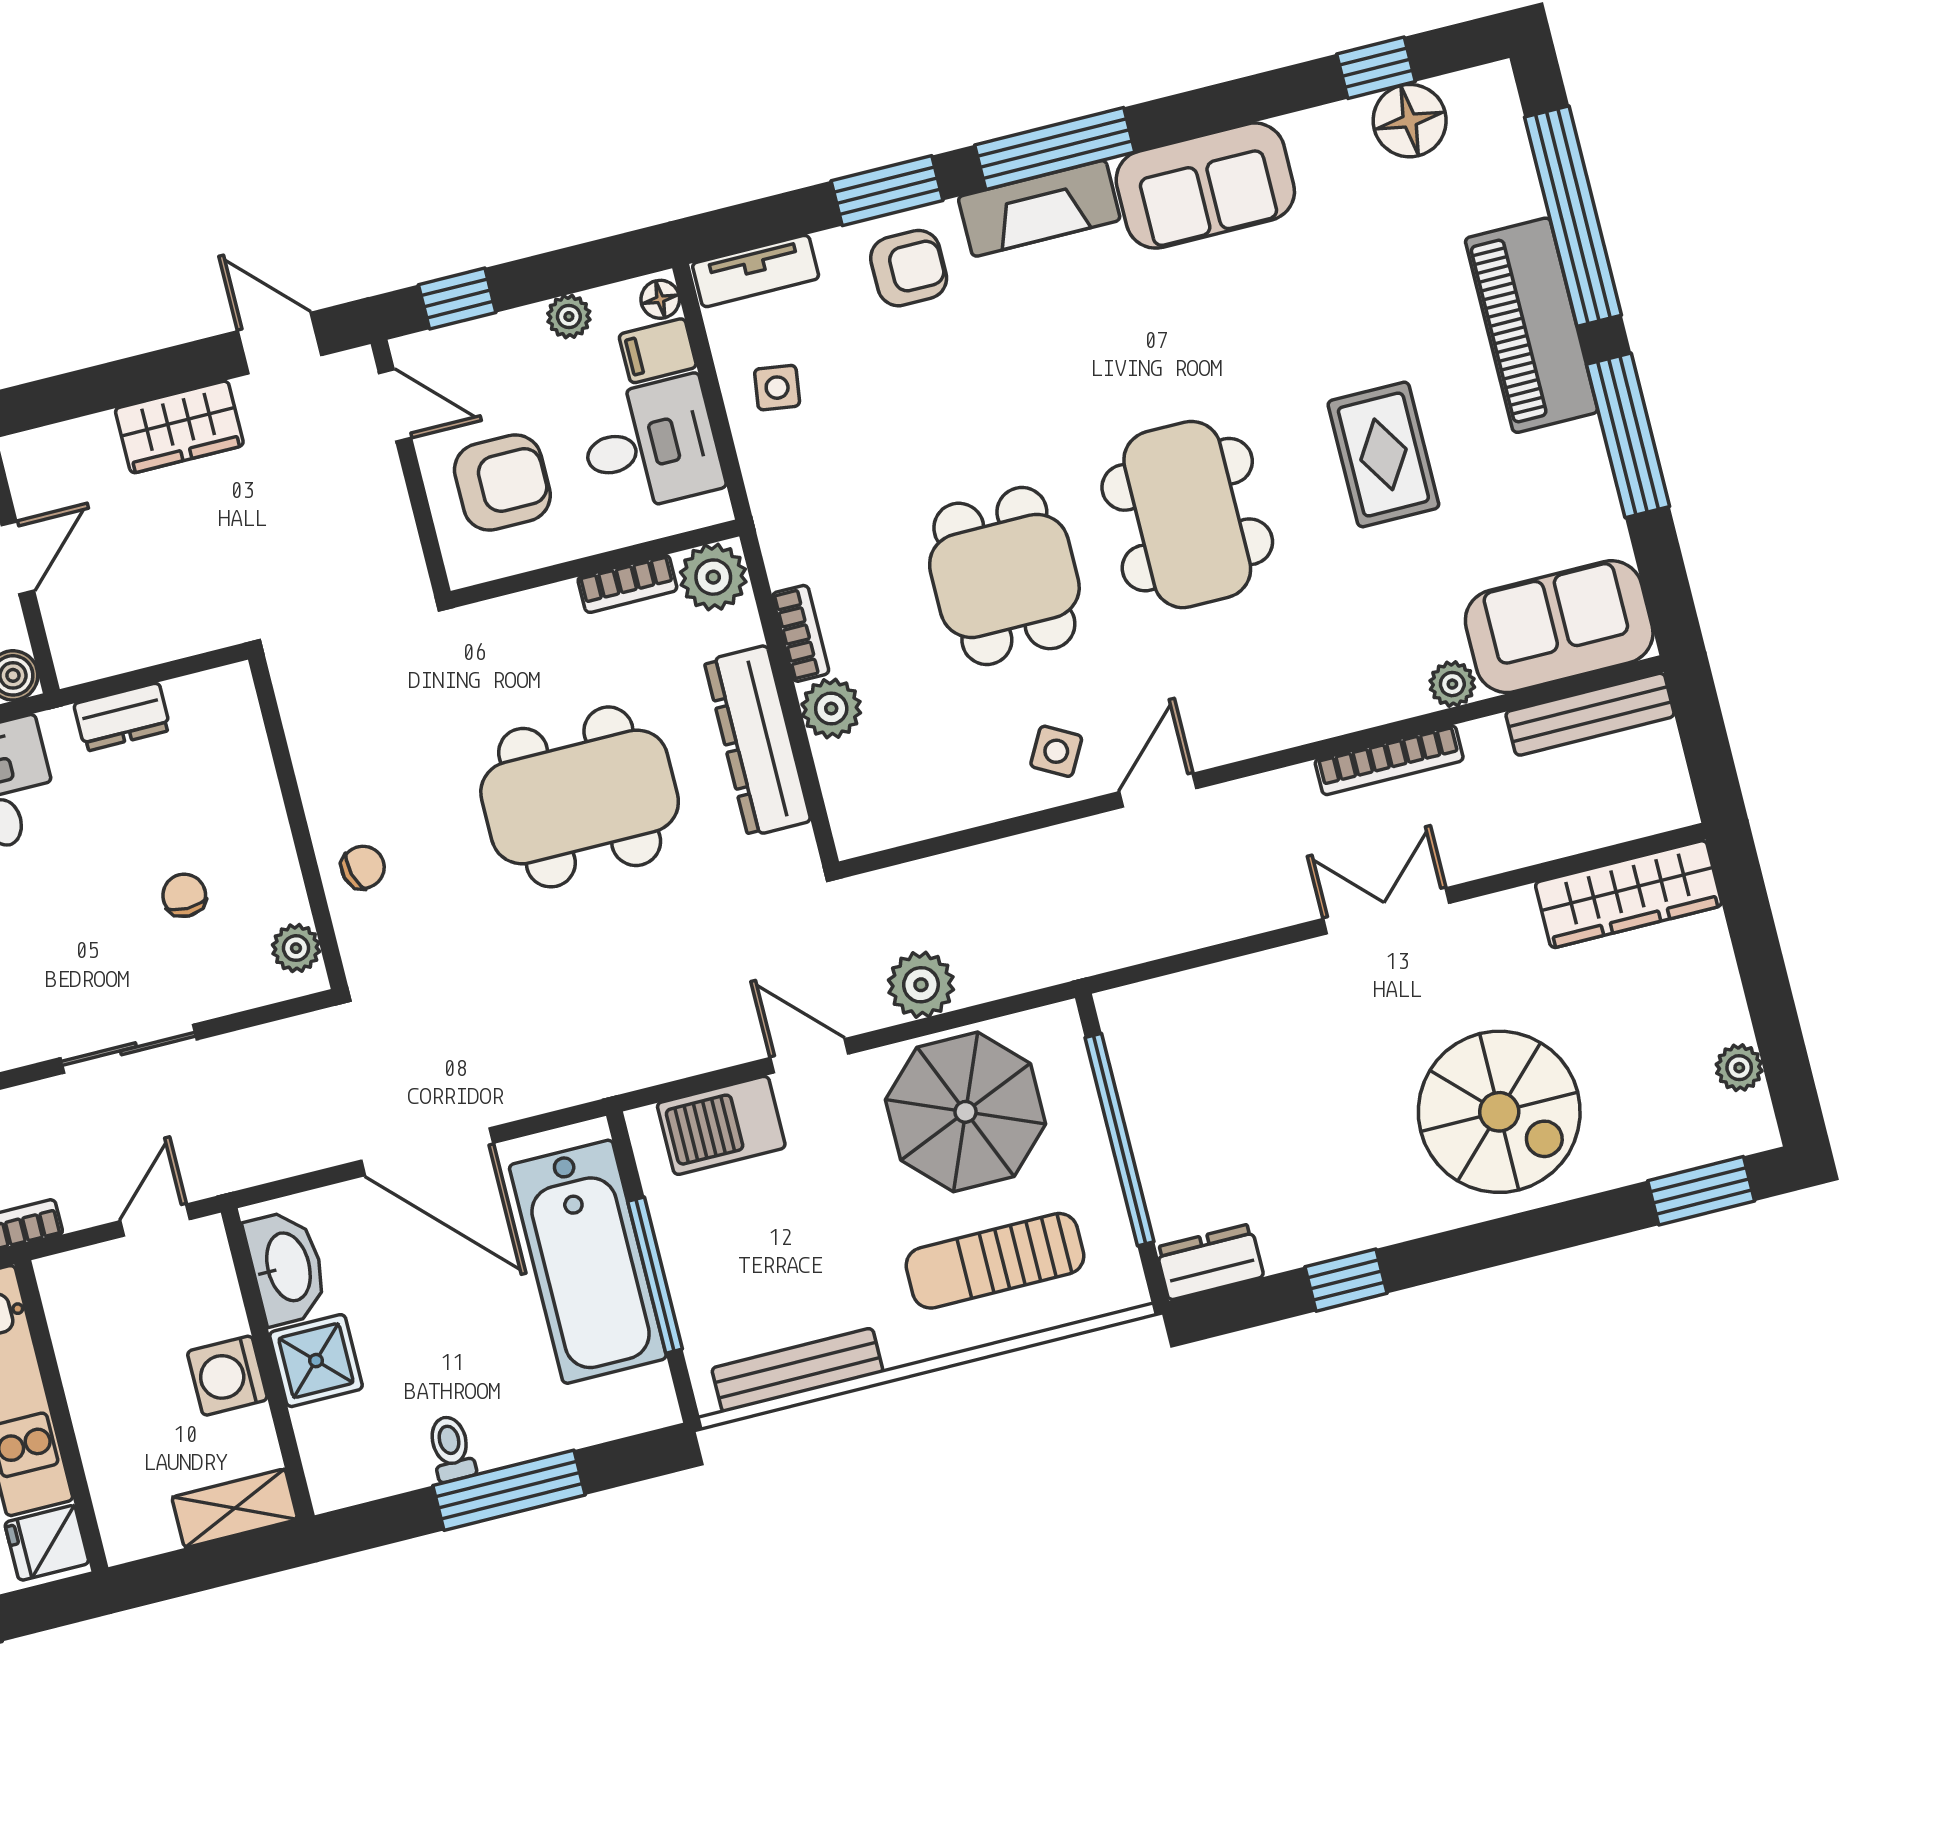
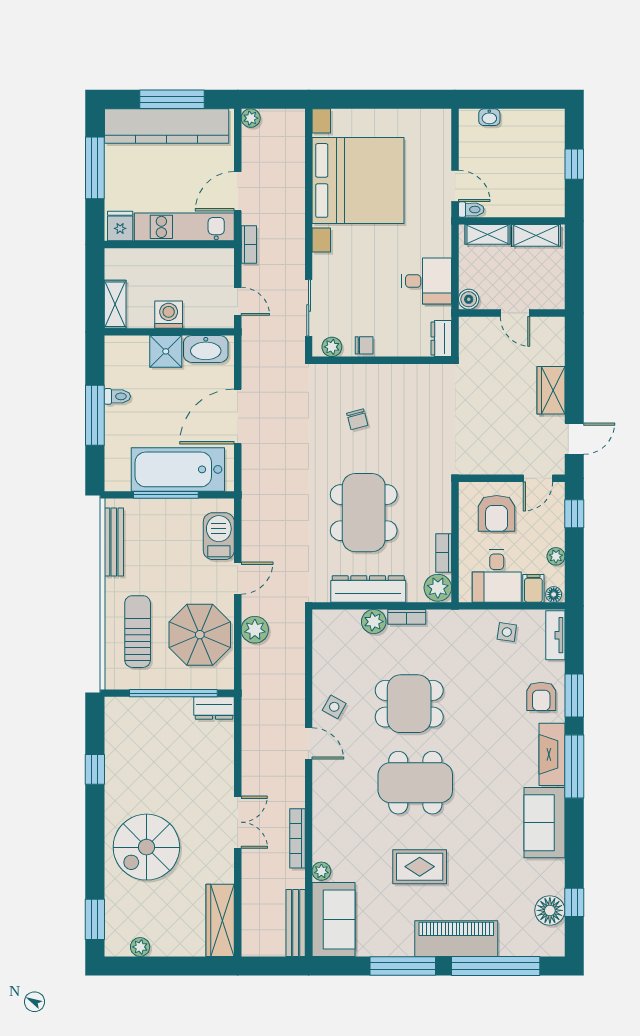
wall: (298, 822) -> (382, 360), moved
plant: (296, 948) -> (332, 347), moved
dresser: (1210, 1262) -> (214, 708), moved, turned 90

